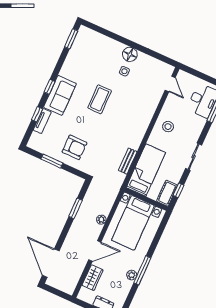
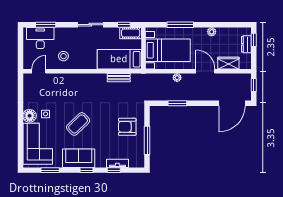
window: (71, 39) -> (50, 170), moved
corner sofa: (98, 50) -> (38, 144), added
sofa: (60, 95) -> (79, 158), moved
coffee table: (100, 99) -> (78, 124), turned -44
stool: (168, 127) -> (63, 56), moved
armchair: (74, 147) -> (127, 127), turned -90
window: (52, 161) -> (147, 140), width x1.44
window: (142, 270) -> (180, 25), moved
window: (59, 293) -> (254, 85), added

